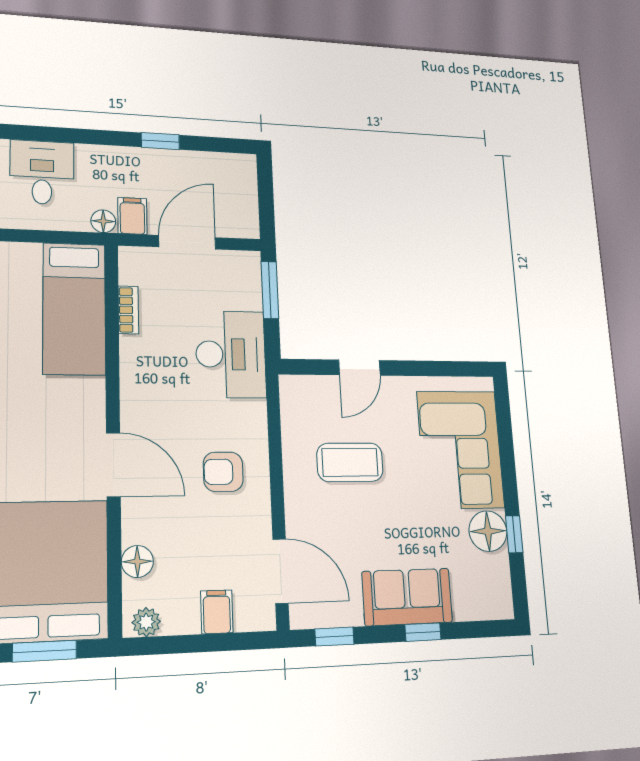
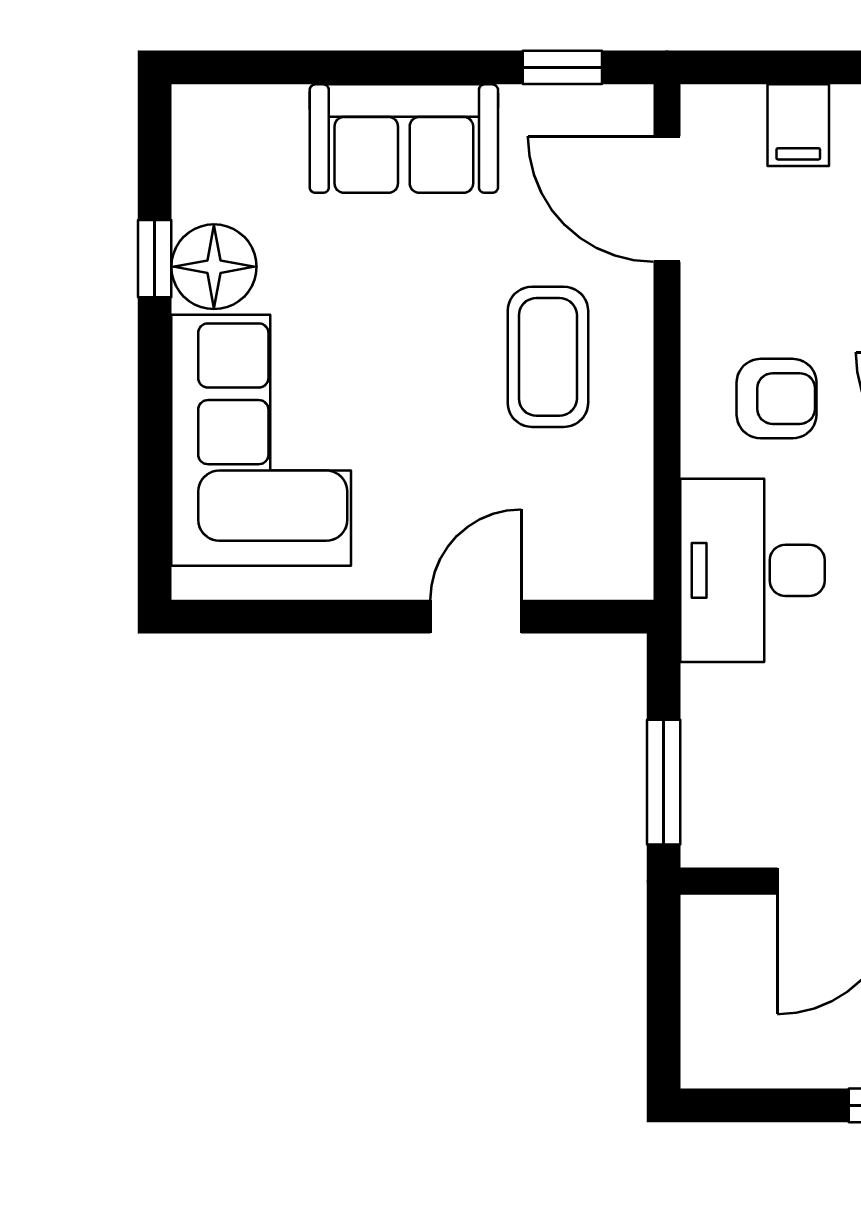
desk: (231, 354) -> (753, 570), moved
coffee table: (350, 462) -> (548, 357), moved, turned 90
window: (423, 632) -> (375, 67), removed

